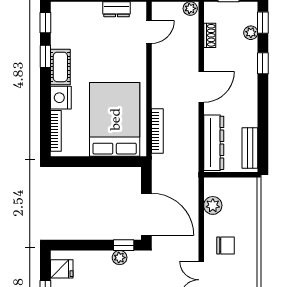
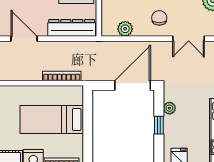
bed: (115, 119) -> (52, 119), width x0.67
window: (124, 245) -> (159, 125), moved

